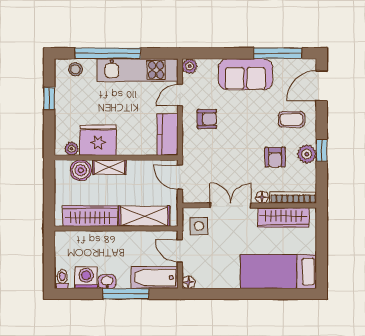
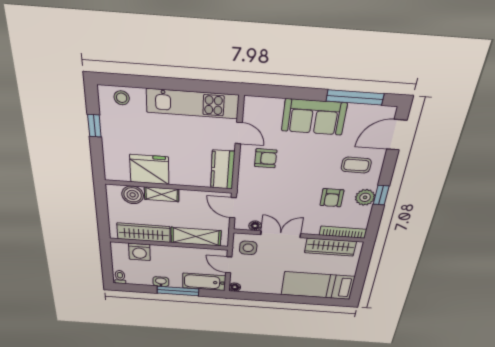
window: (108, 53) -> (158, 83), removed
plant: (190, 66) -> (252, 104), removed
door: (180, 95) -> (239, 133), swing flipped
plant: (72, 149) -> (122, 175), removed
floor lamp: (262, 197) -> (255, 226), moved
washing machine: (86, 278) -> (139, 252), moved, turned 180

